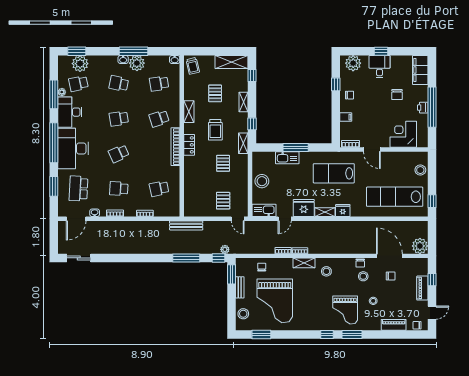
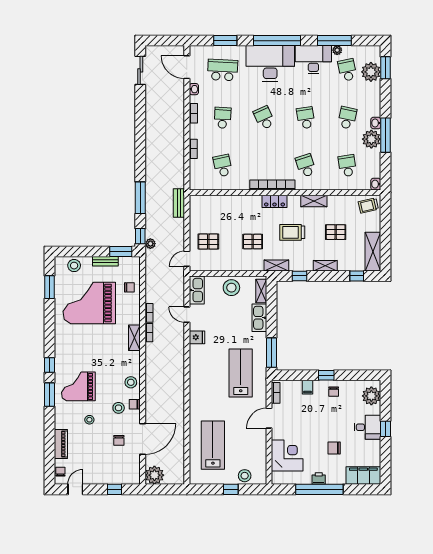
window: (336, 84) -> (326, 375), moved
window: (296, 147) -> (271, 353), moved
lab bench: (395, 197) -> (213, 445), width x0.73
window: (432, 201) -> (231, 489), moved
fridge: (304, 208) -> (197, 337), width x0.53, depth x0.75
fridge: (343, 211) -> (197, 384), removed
shelving: (325, 212) -> (261, 291), moved
bench: (186, 225) -> (179, 203), width x0.73
stool: (326, 271) -> (131, 382), moved
piano: (422, 288) -> (105, 478), removed
door: (432, 313) -> (75, 489), swing flipped

